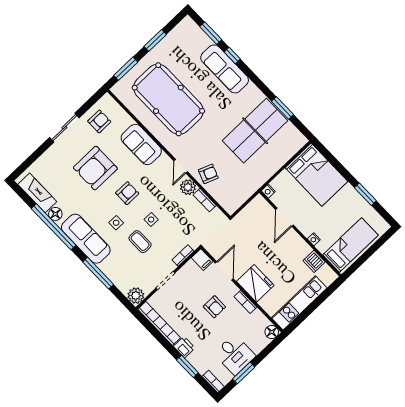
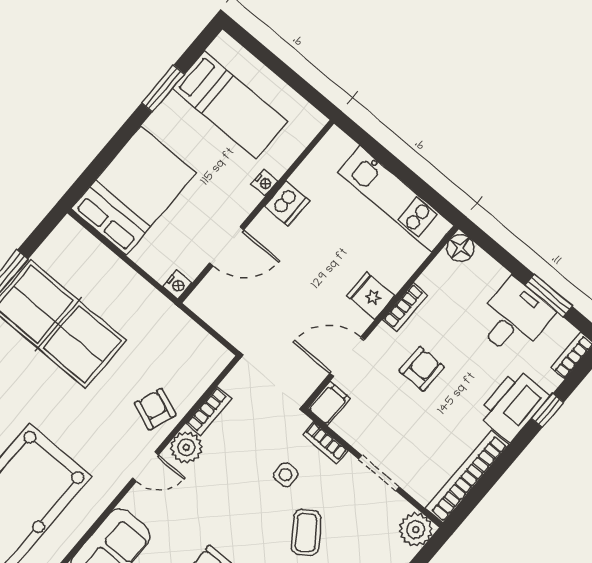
side table: (151, 220) -> (286, 475), moved
coffee table: (140, 242) -> (306, 532), turned -36
bed: (350, 245) -> (230, 105), moved, turned 180
dishwasher: (314, 261) -> (287, 204), moved
fridge: (255, 283) -> (371, 295), width x0.53, depth x0.75
printer: (184, 347) -> (513, 405), width x1.87, depth x1.48
window: (187, 366) -> (547, 411), width x0.67

